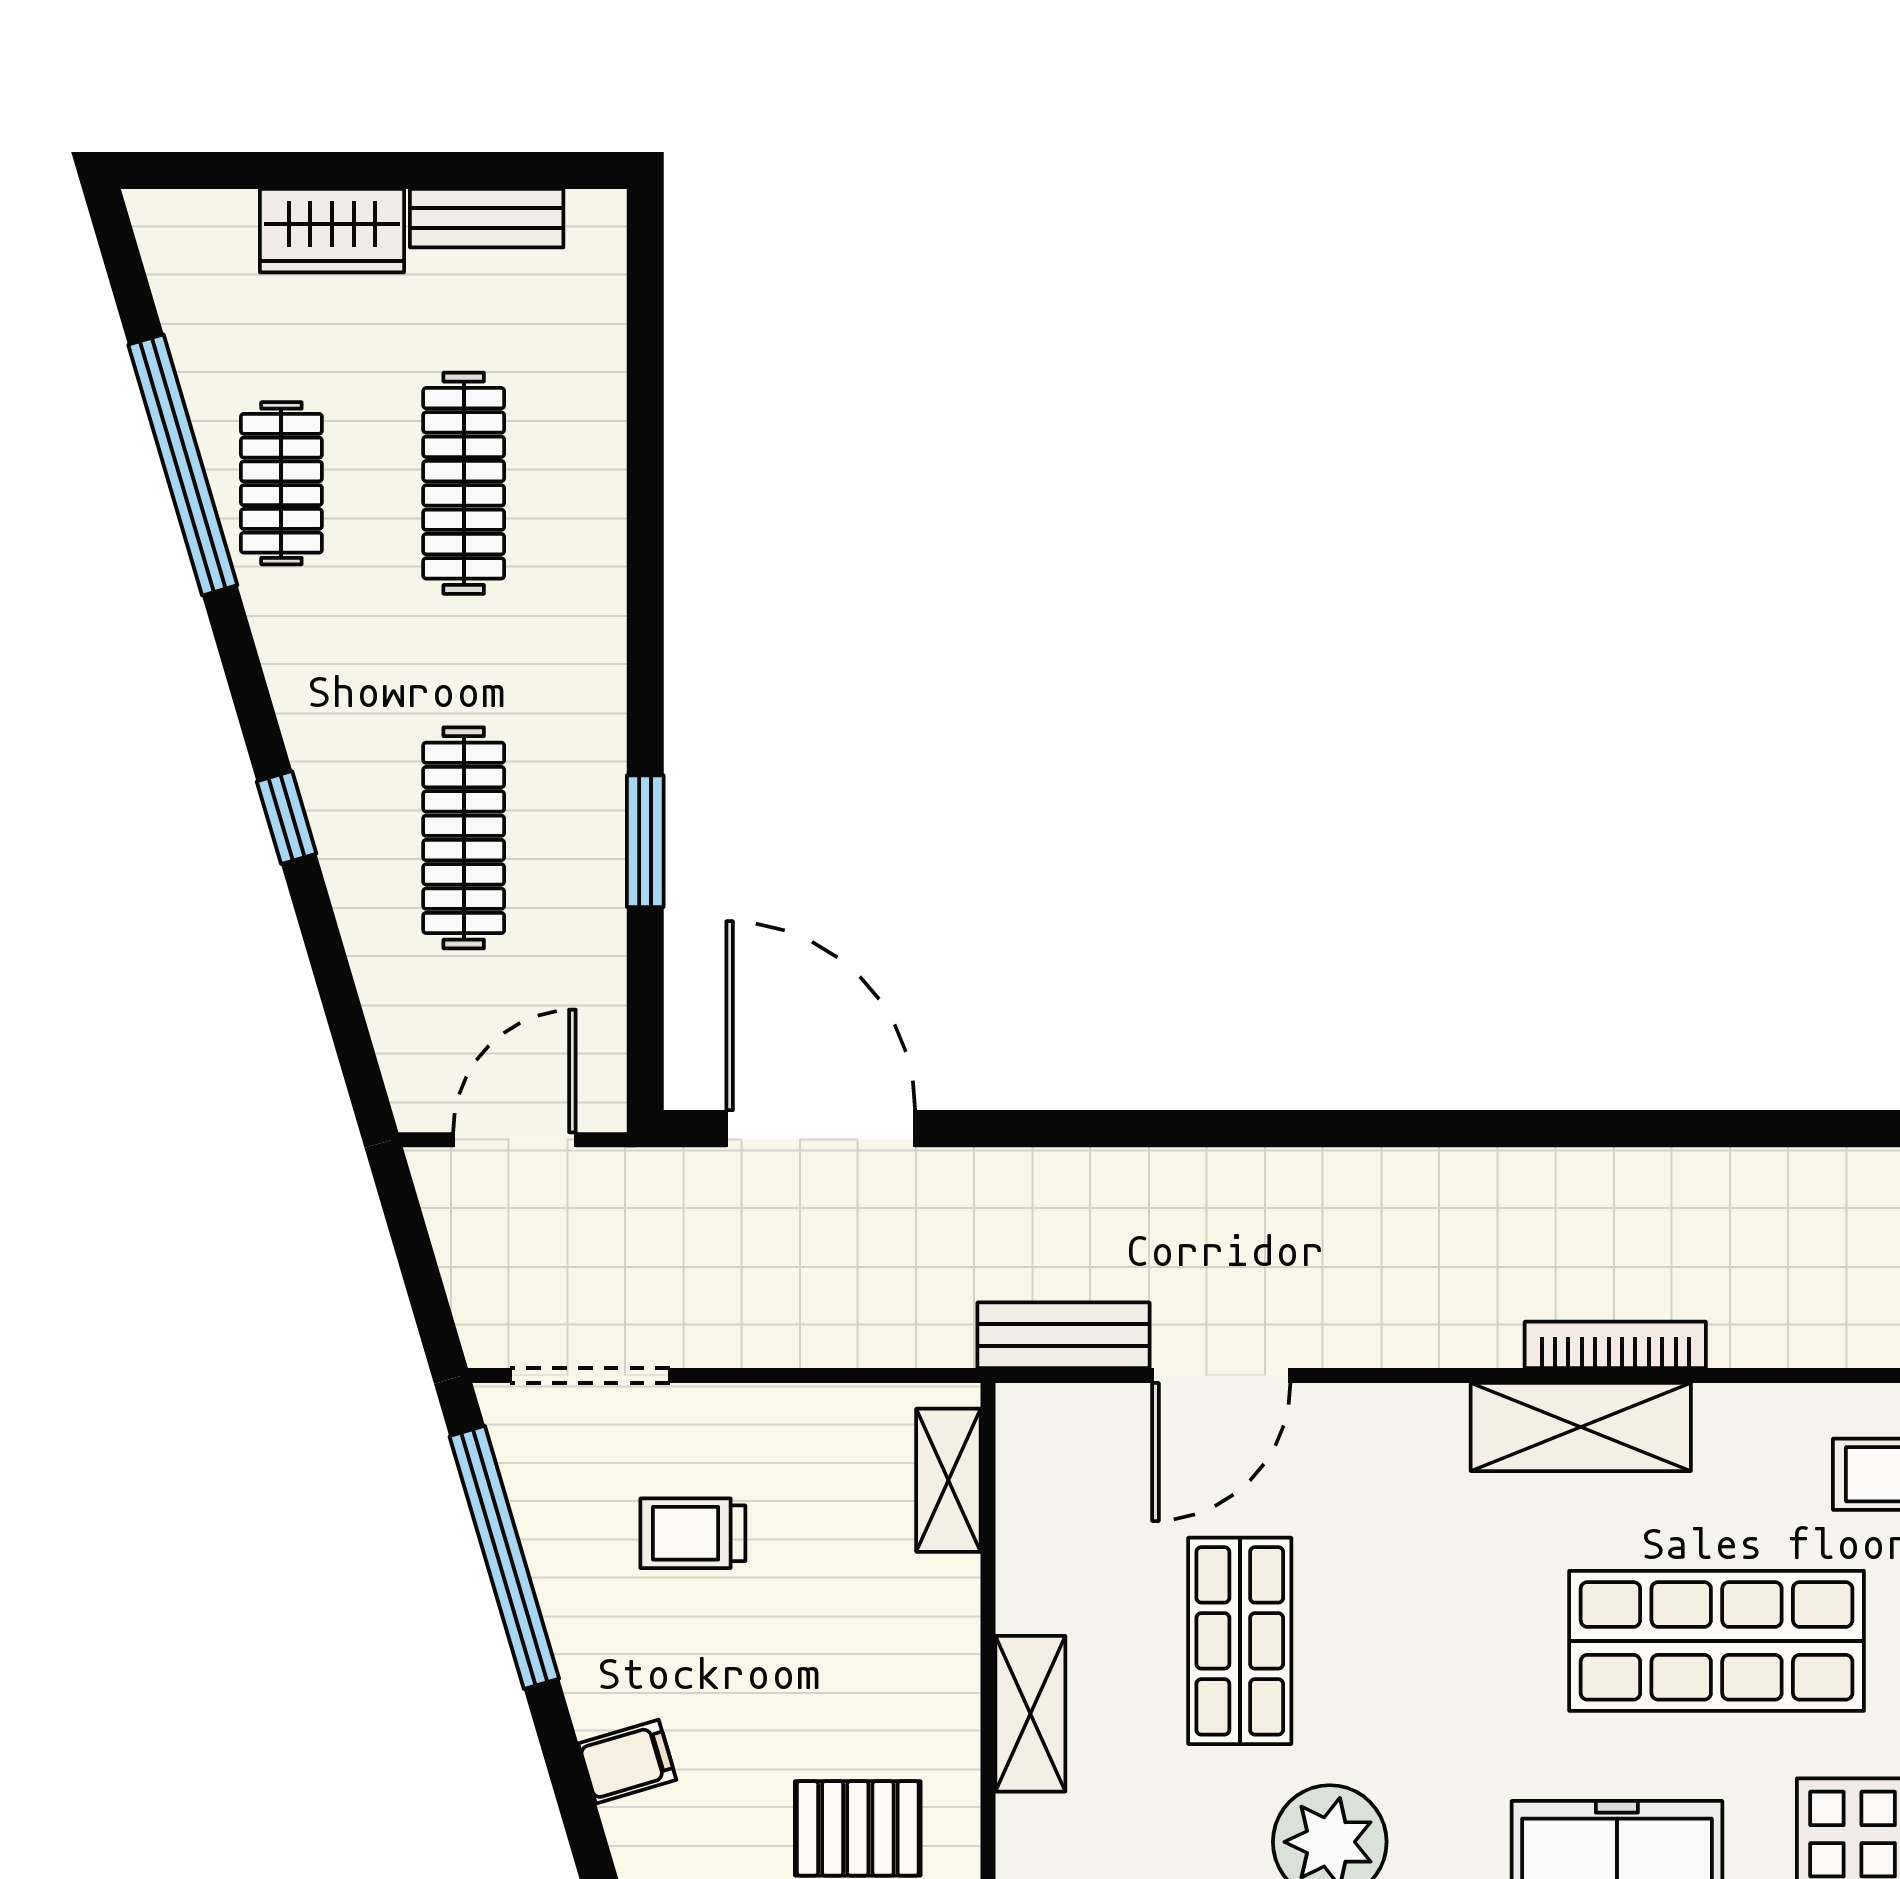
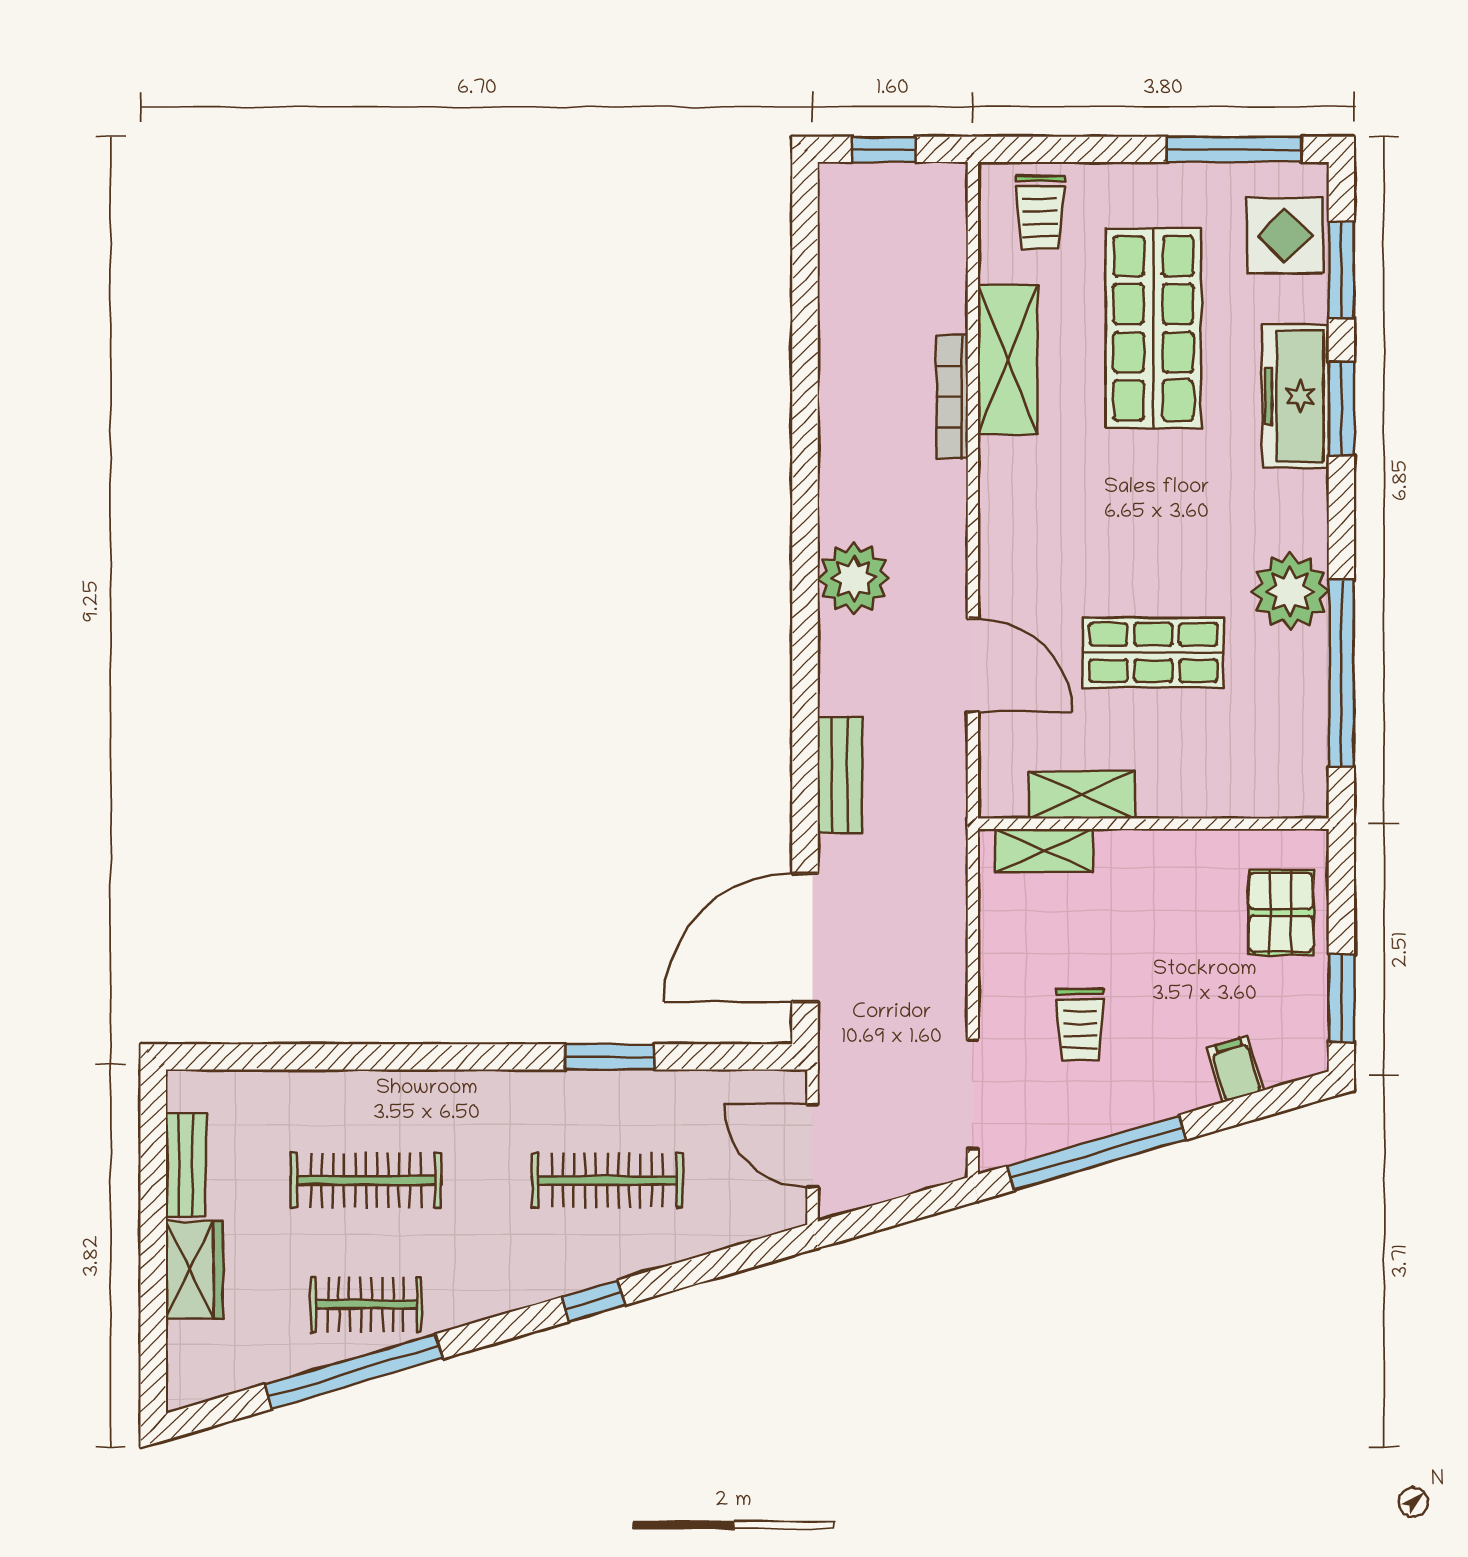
plant: (1349, 1200) -> (854, 578), added
bench: (1064, 1335) -> (840, 775), moved
shelving: (1581, 1427) -> (1008, 360), moved
shelving: (1030, 1714) -> (1082, 795), moved

